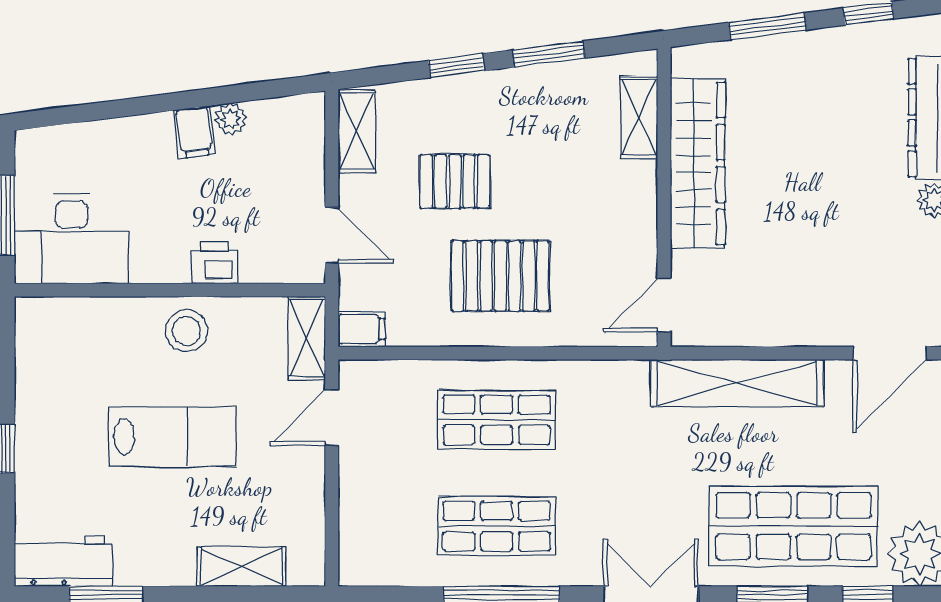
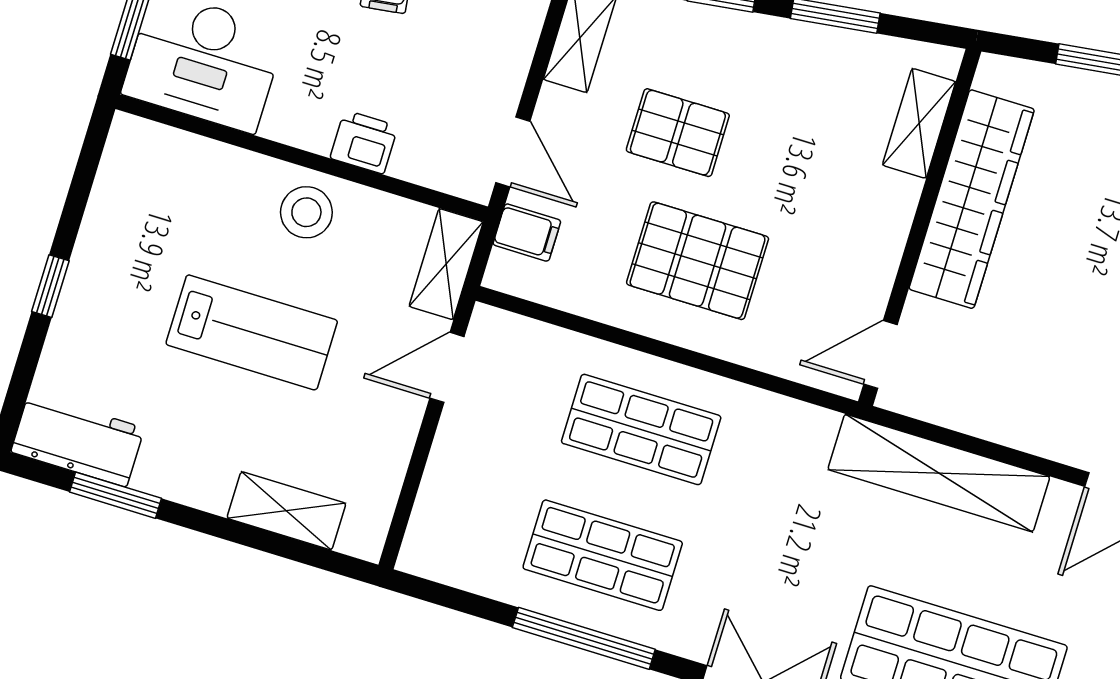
filing cabinet: (362, 329) -> (527, 233), moved

